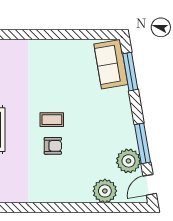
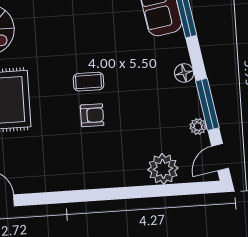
floor lamp: (126, 118) -> (184, 73), added
plant: (128, 161) -> (198, 126), width x0.53, depth x0.53

